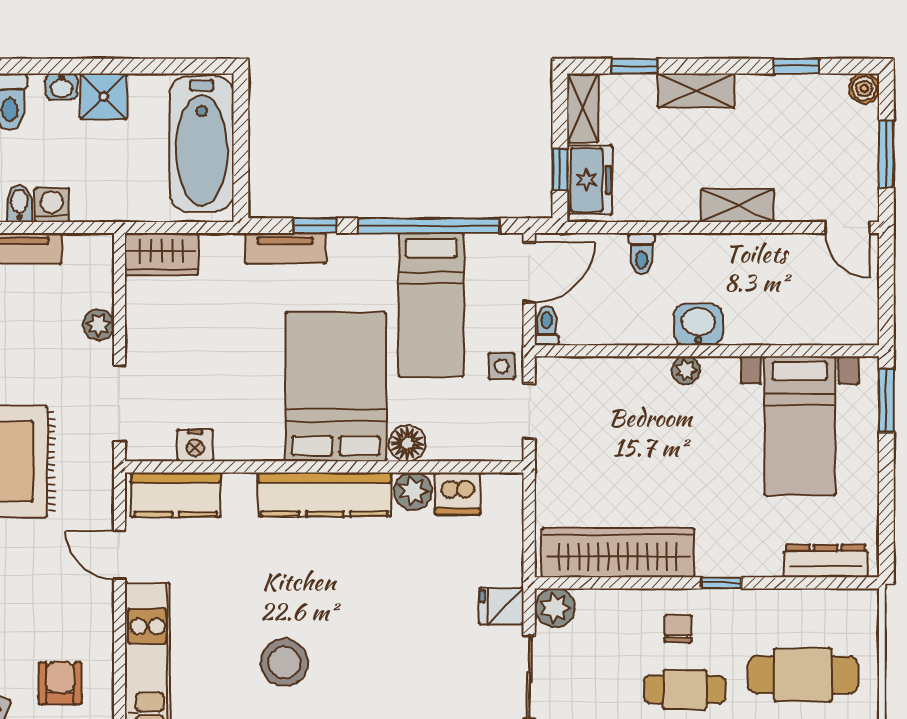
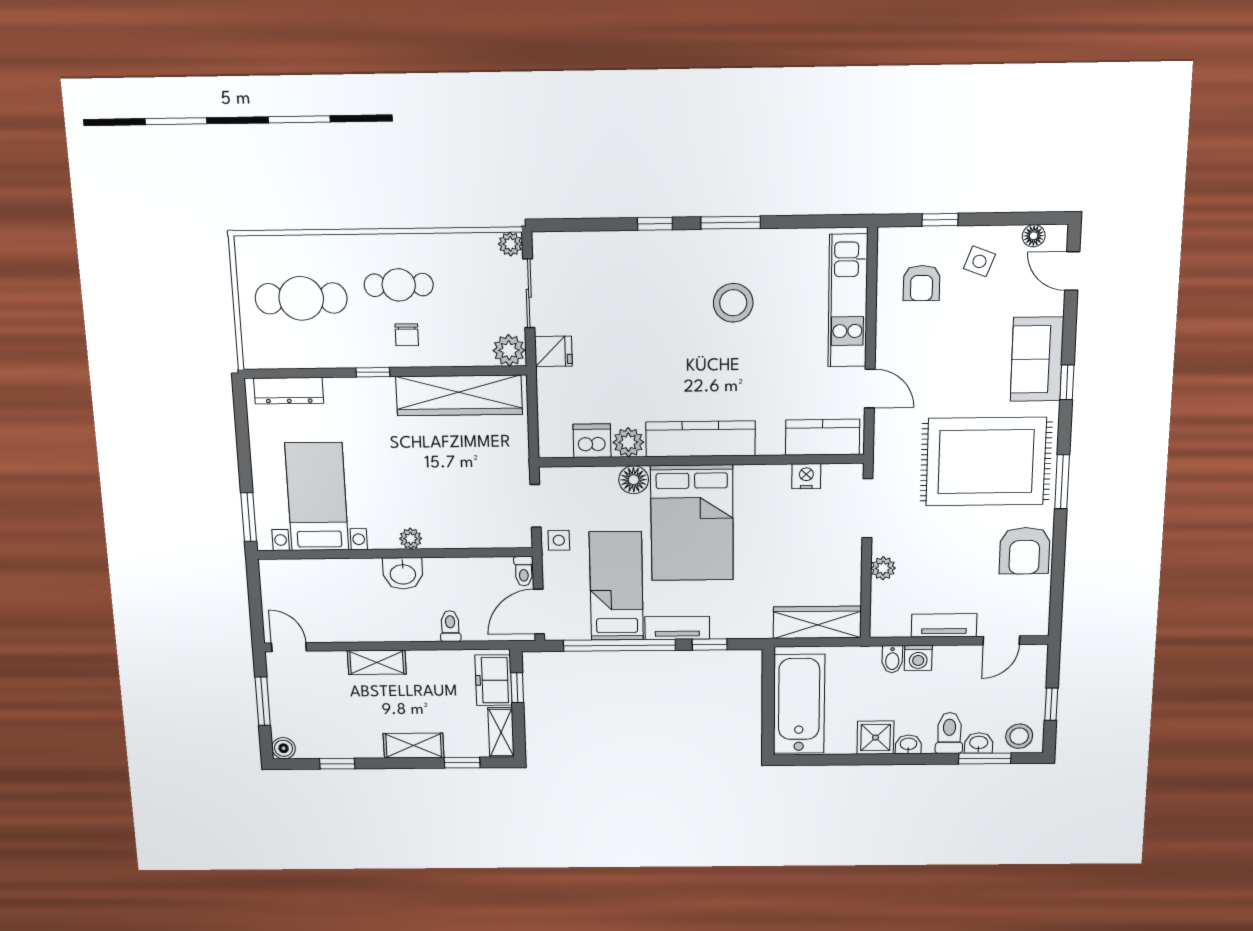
bidet: (19, 204) -> (892, 659), moved
tv unit: (285, 248) -> (677, 628), moved
wardrobe: (161, 254) -> (817, 622), width x1.50

